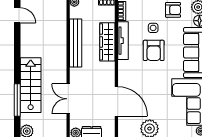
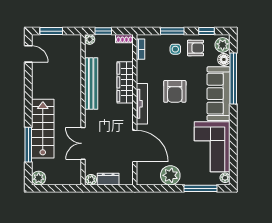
side table: (153, 28) -> (175, 49), moved
tv unit: (123, 41) -> (142, 104), moved

